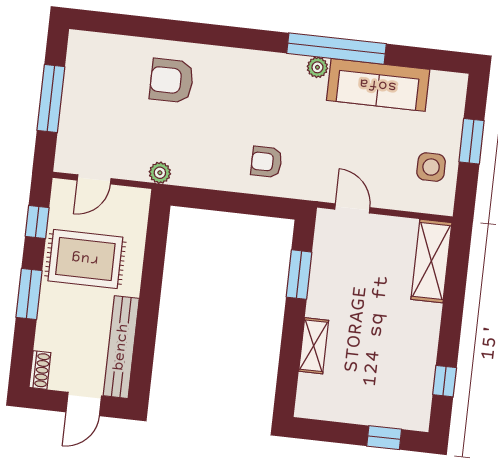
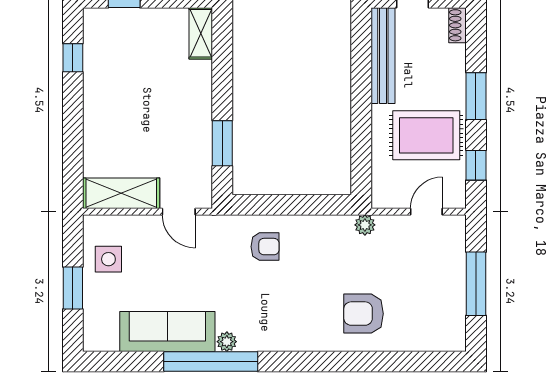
armchair: (172, 81) -> (364, 314), turned 180
shelving: (431, 261) -> (121, 193), moved, turned 90
shelving: (314, 346) -> (201, 33), moved

